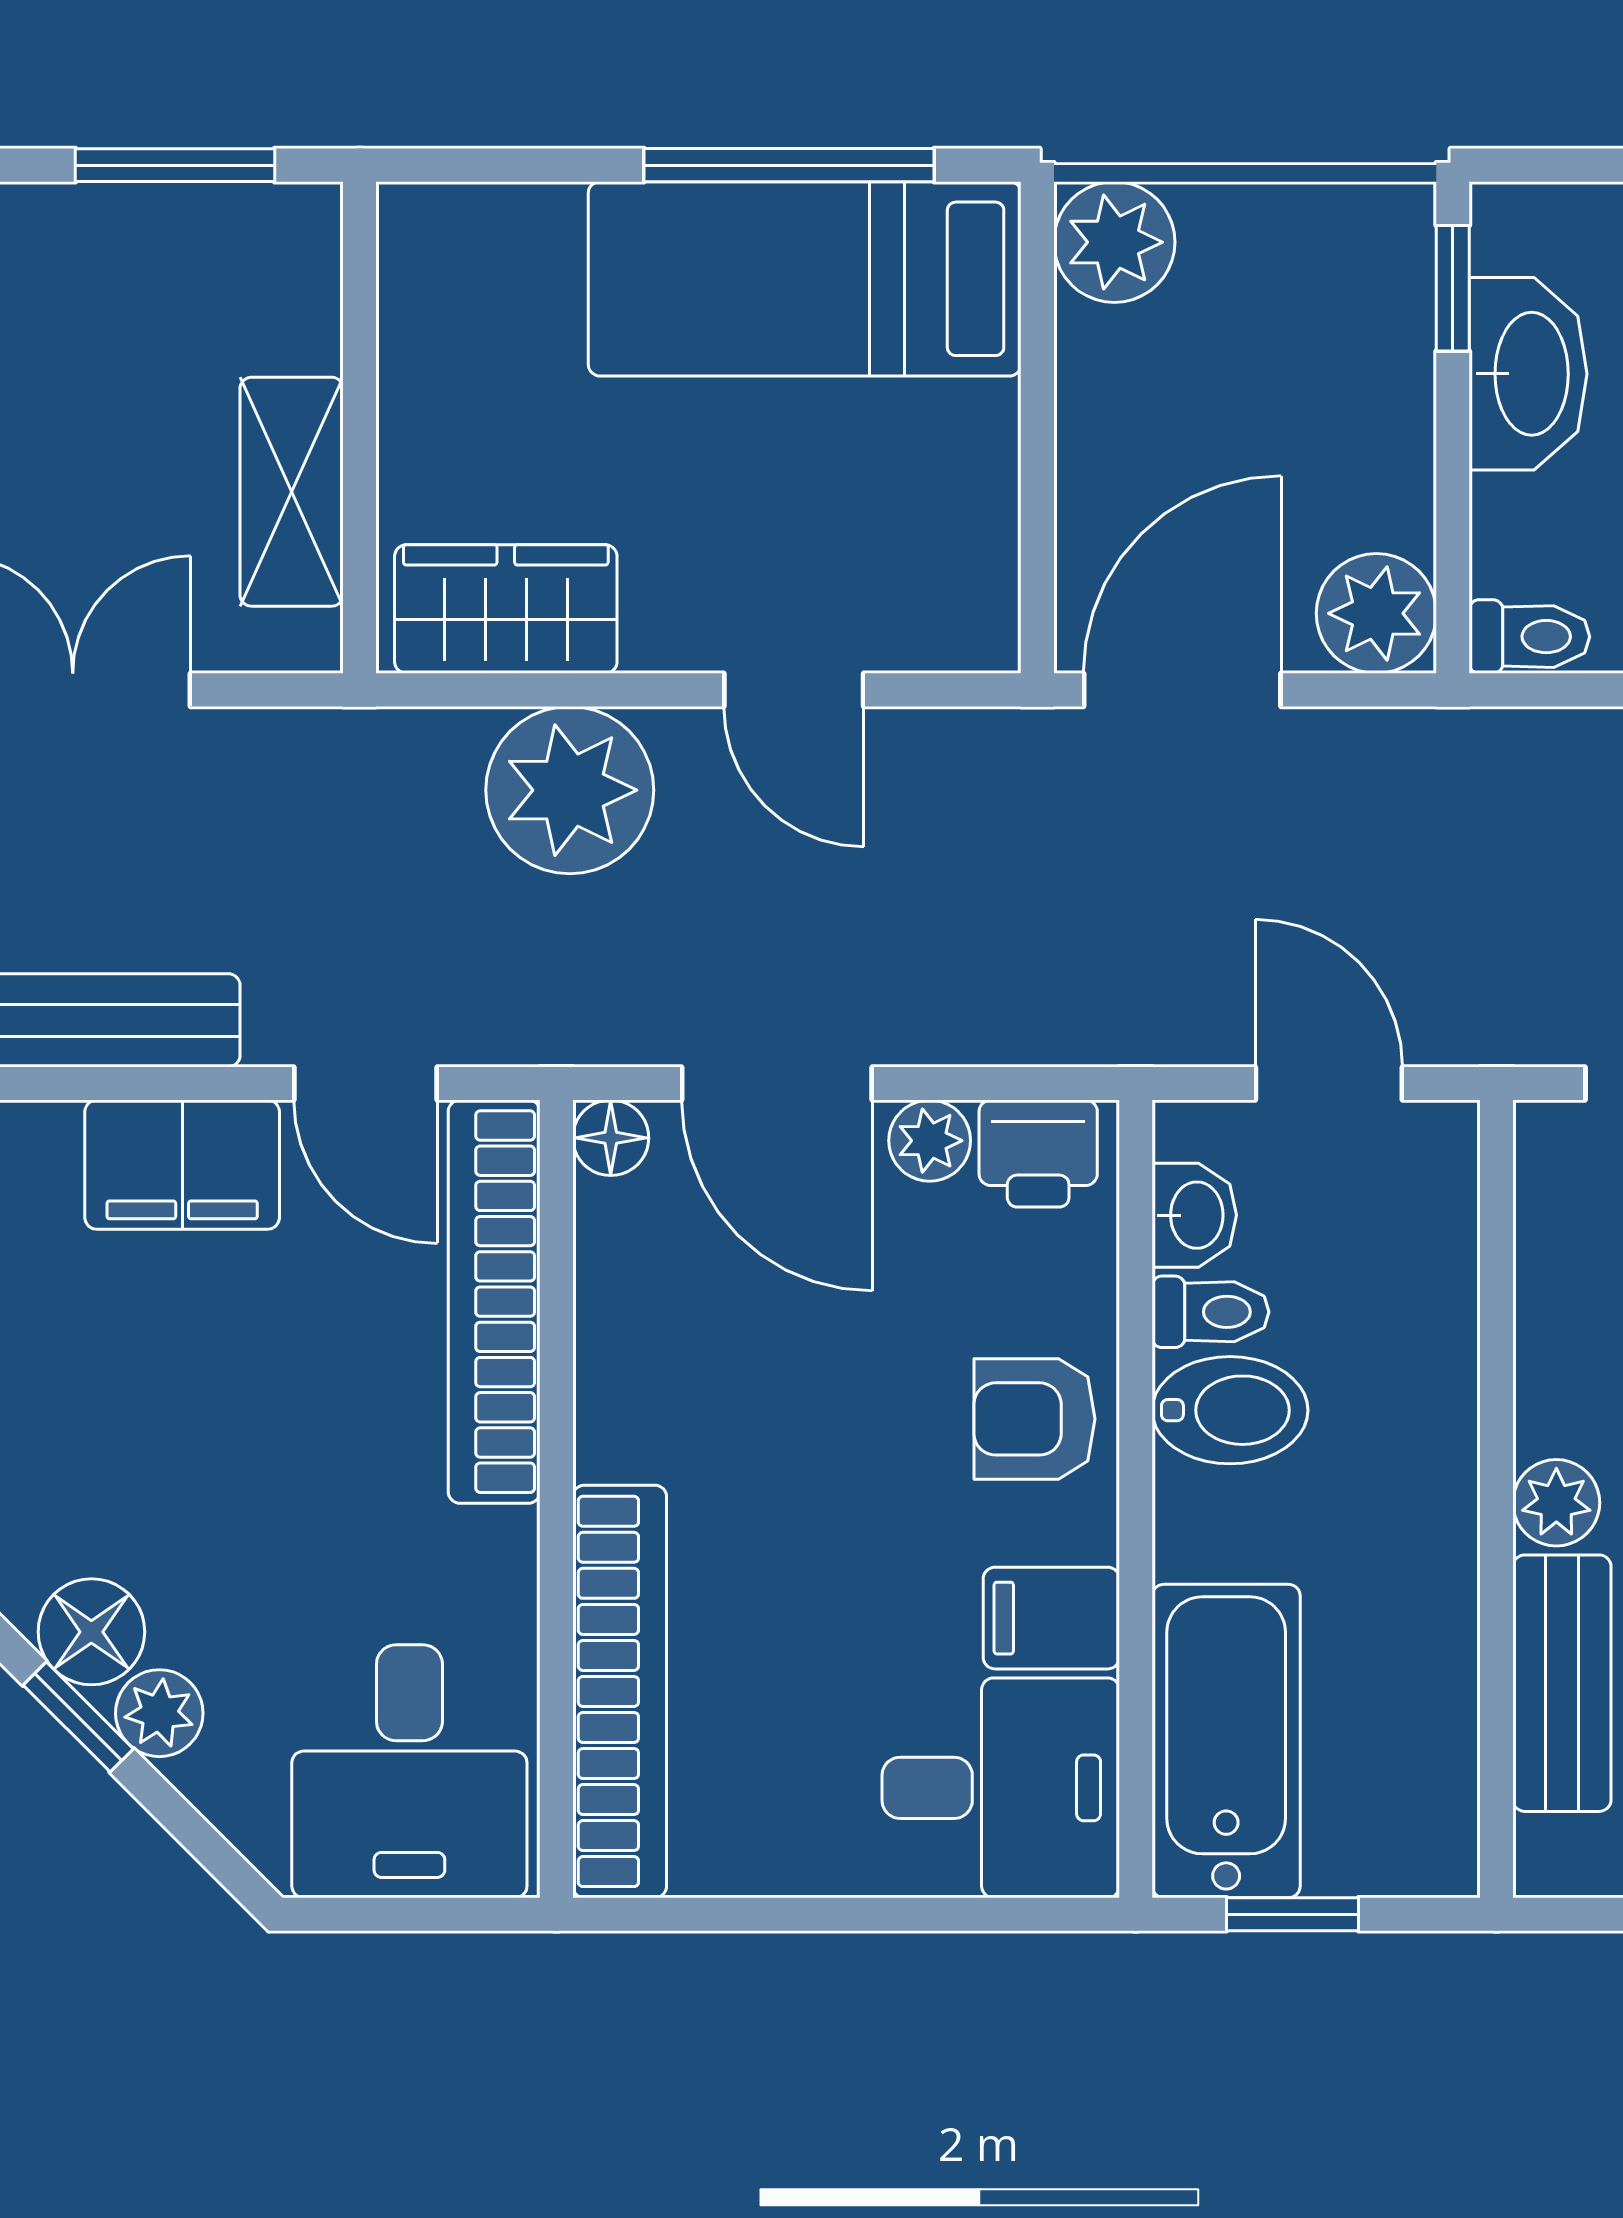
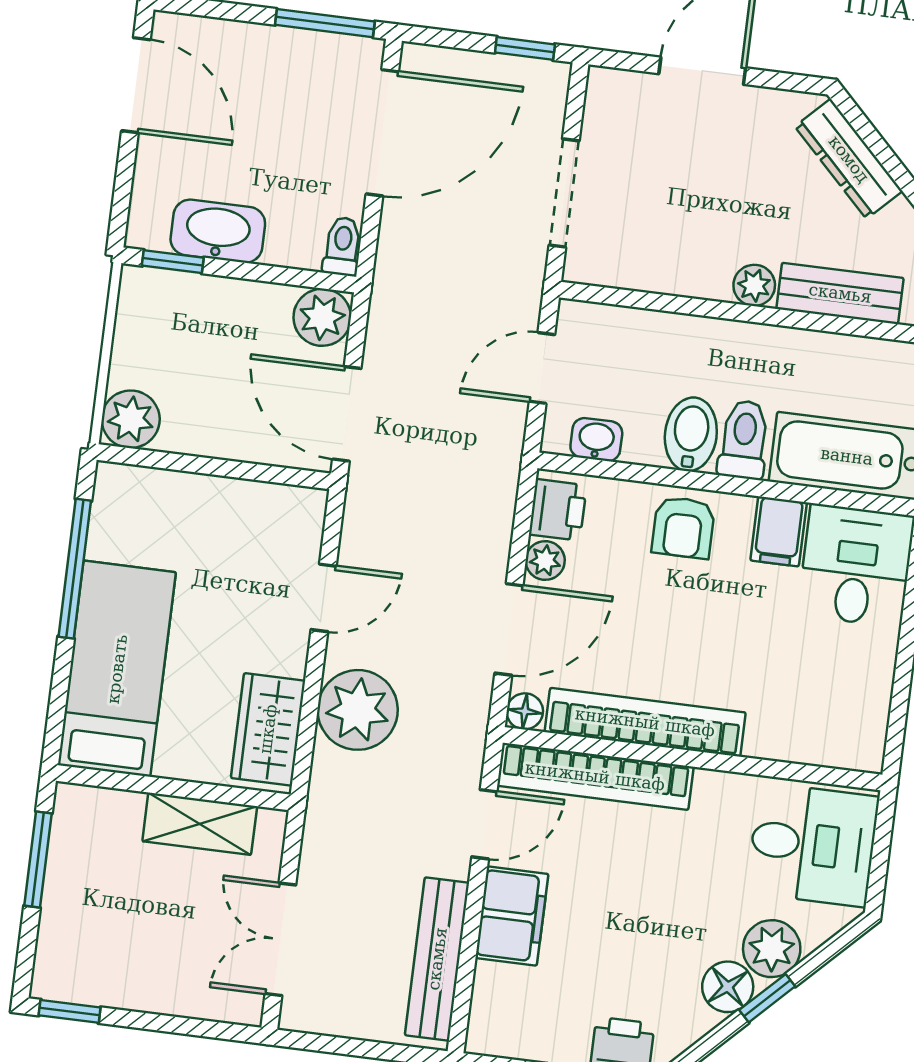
bed: (805, 279) -> (117, 669), moved, turned 180
toilet: (1211, 1312) -> (744, 440), moved, width x1.37, depth x1.39
bookcase: (620, 1691) -> (645, 722), moved
plant: (159, 1713) -> (772, 949), width x1.38, depth x1.38

